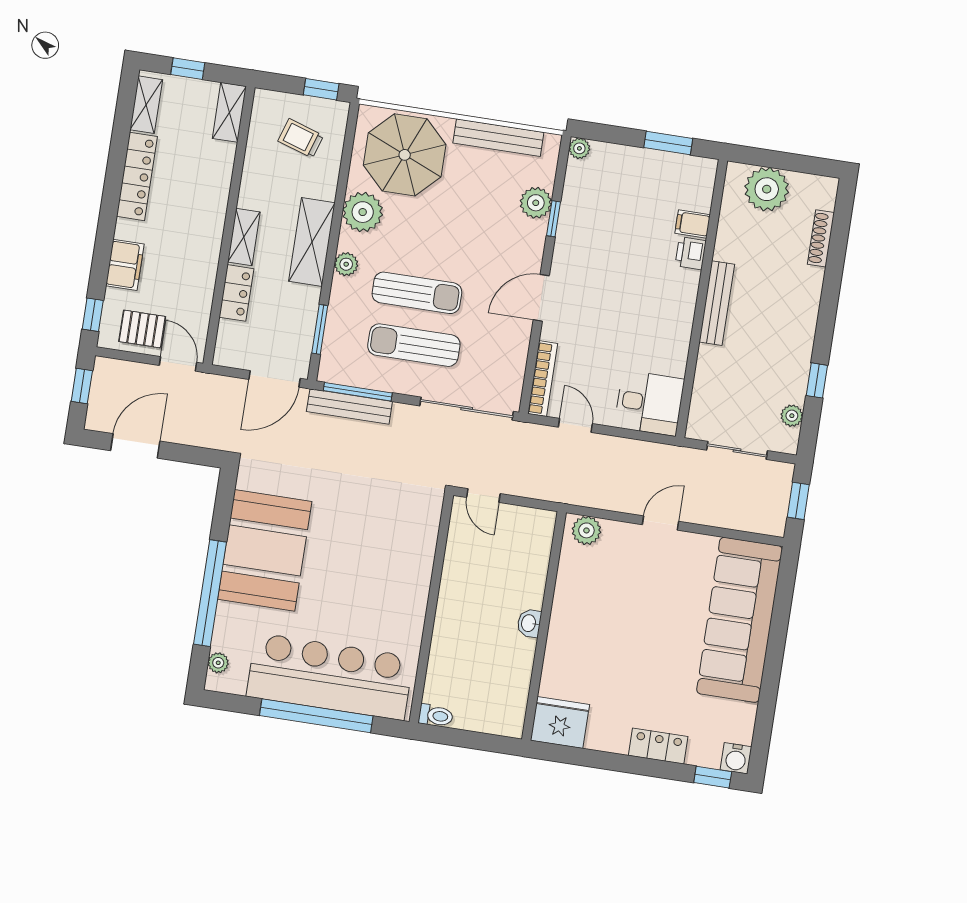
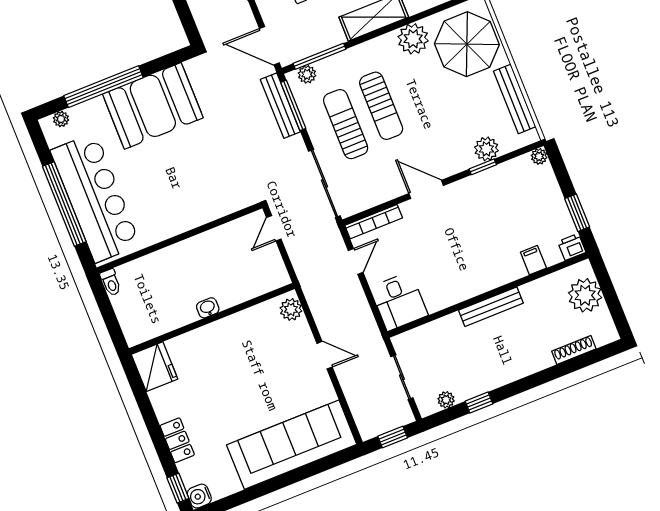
printer: (691, 253) -> (572, 247), moved
plant: (346, 264) -> (307, 74), moved
window: (320, 329) -> (319, 56), width x1.44

